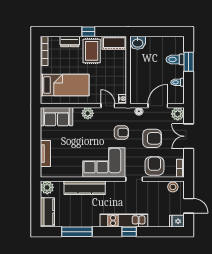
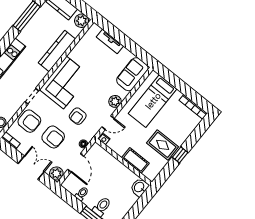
dresser: (70, 42) -> (184, 133), removed
cot: (114, 43) -> (135, 161), moved, turned 90
armchair: (152, 138) -> (53, 137), turned -90

